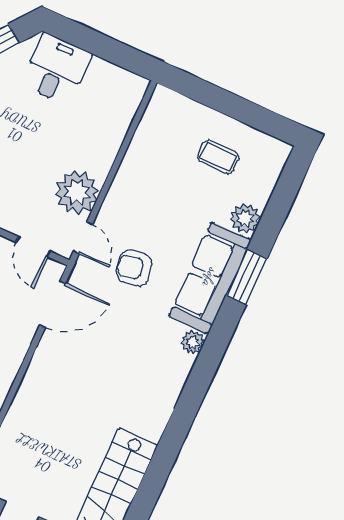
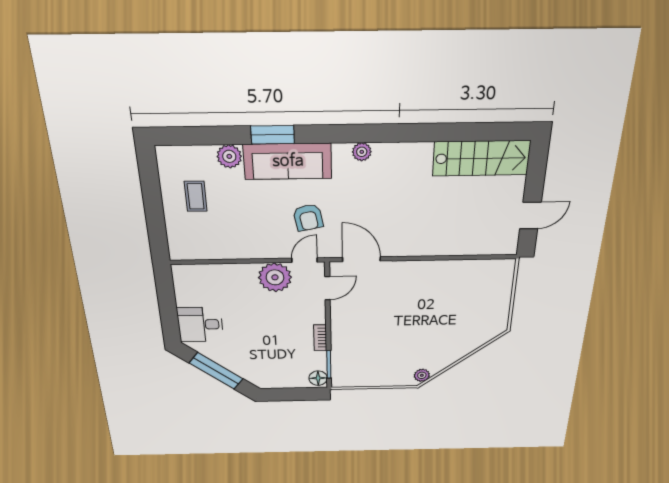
plant: (192, 342) -> (362, 152), moved

